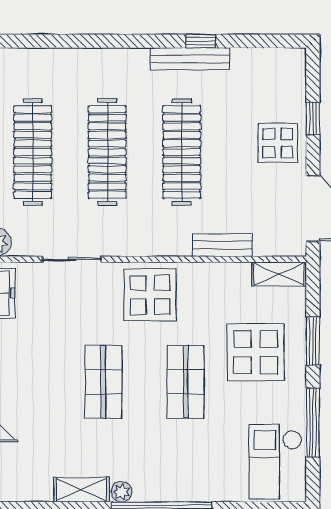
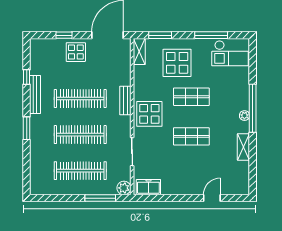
window: (120, 41) -> (27, 128), added
window: (200, 41) -> (27, 77), moved
bench: (222, 245) -> (125, 100), moved
window: (313, 341) -> (160, 35), moved
plant: (122, 492) -> (244, 116), moved

